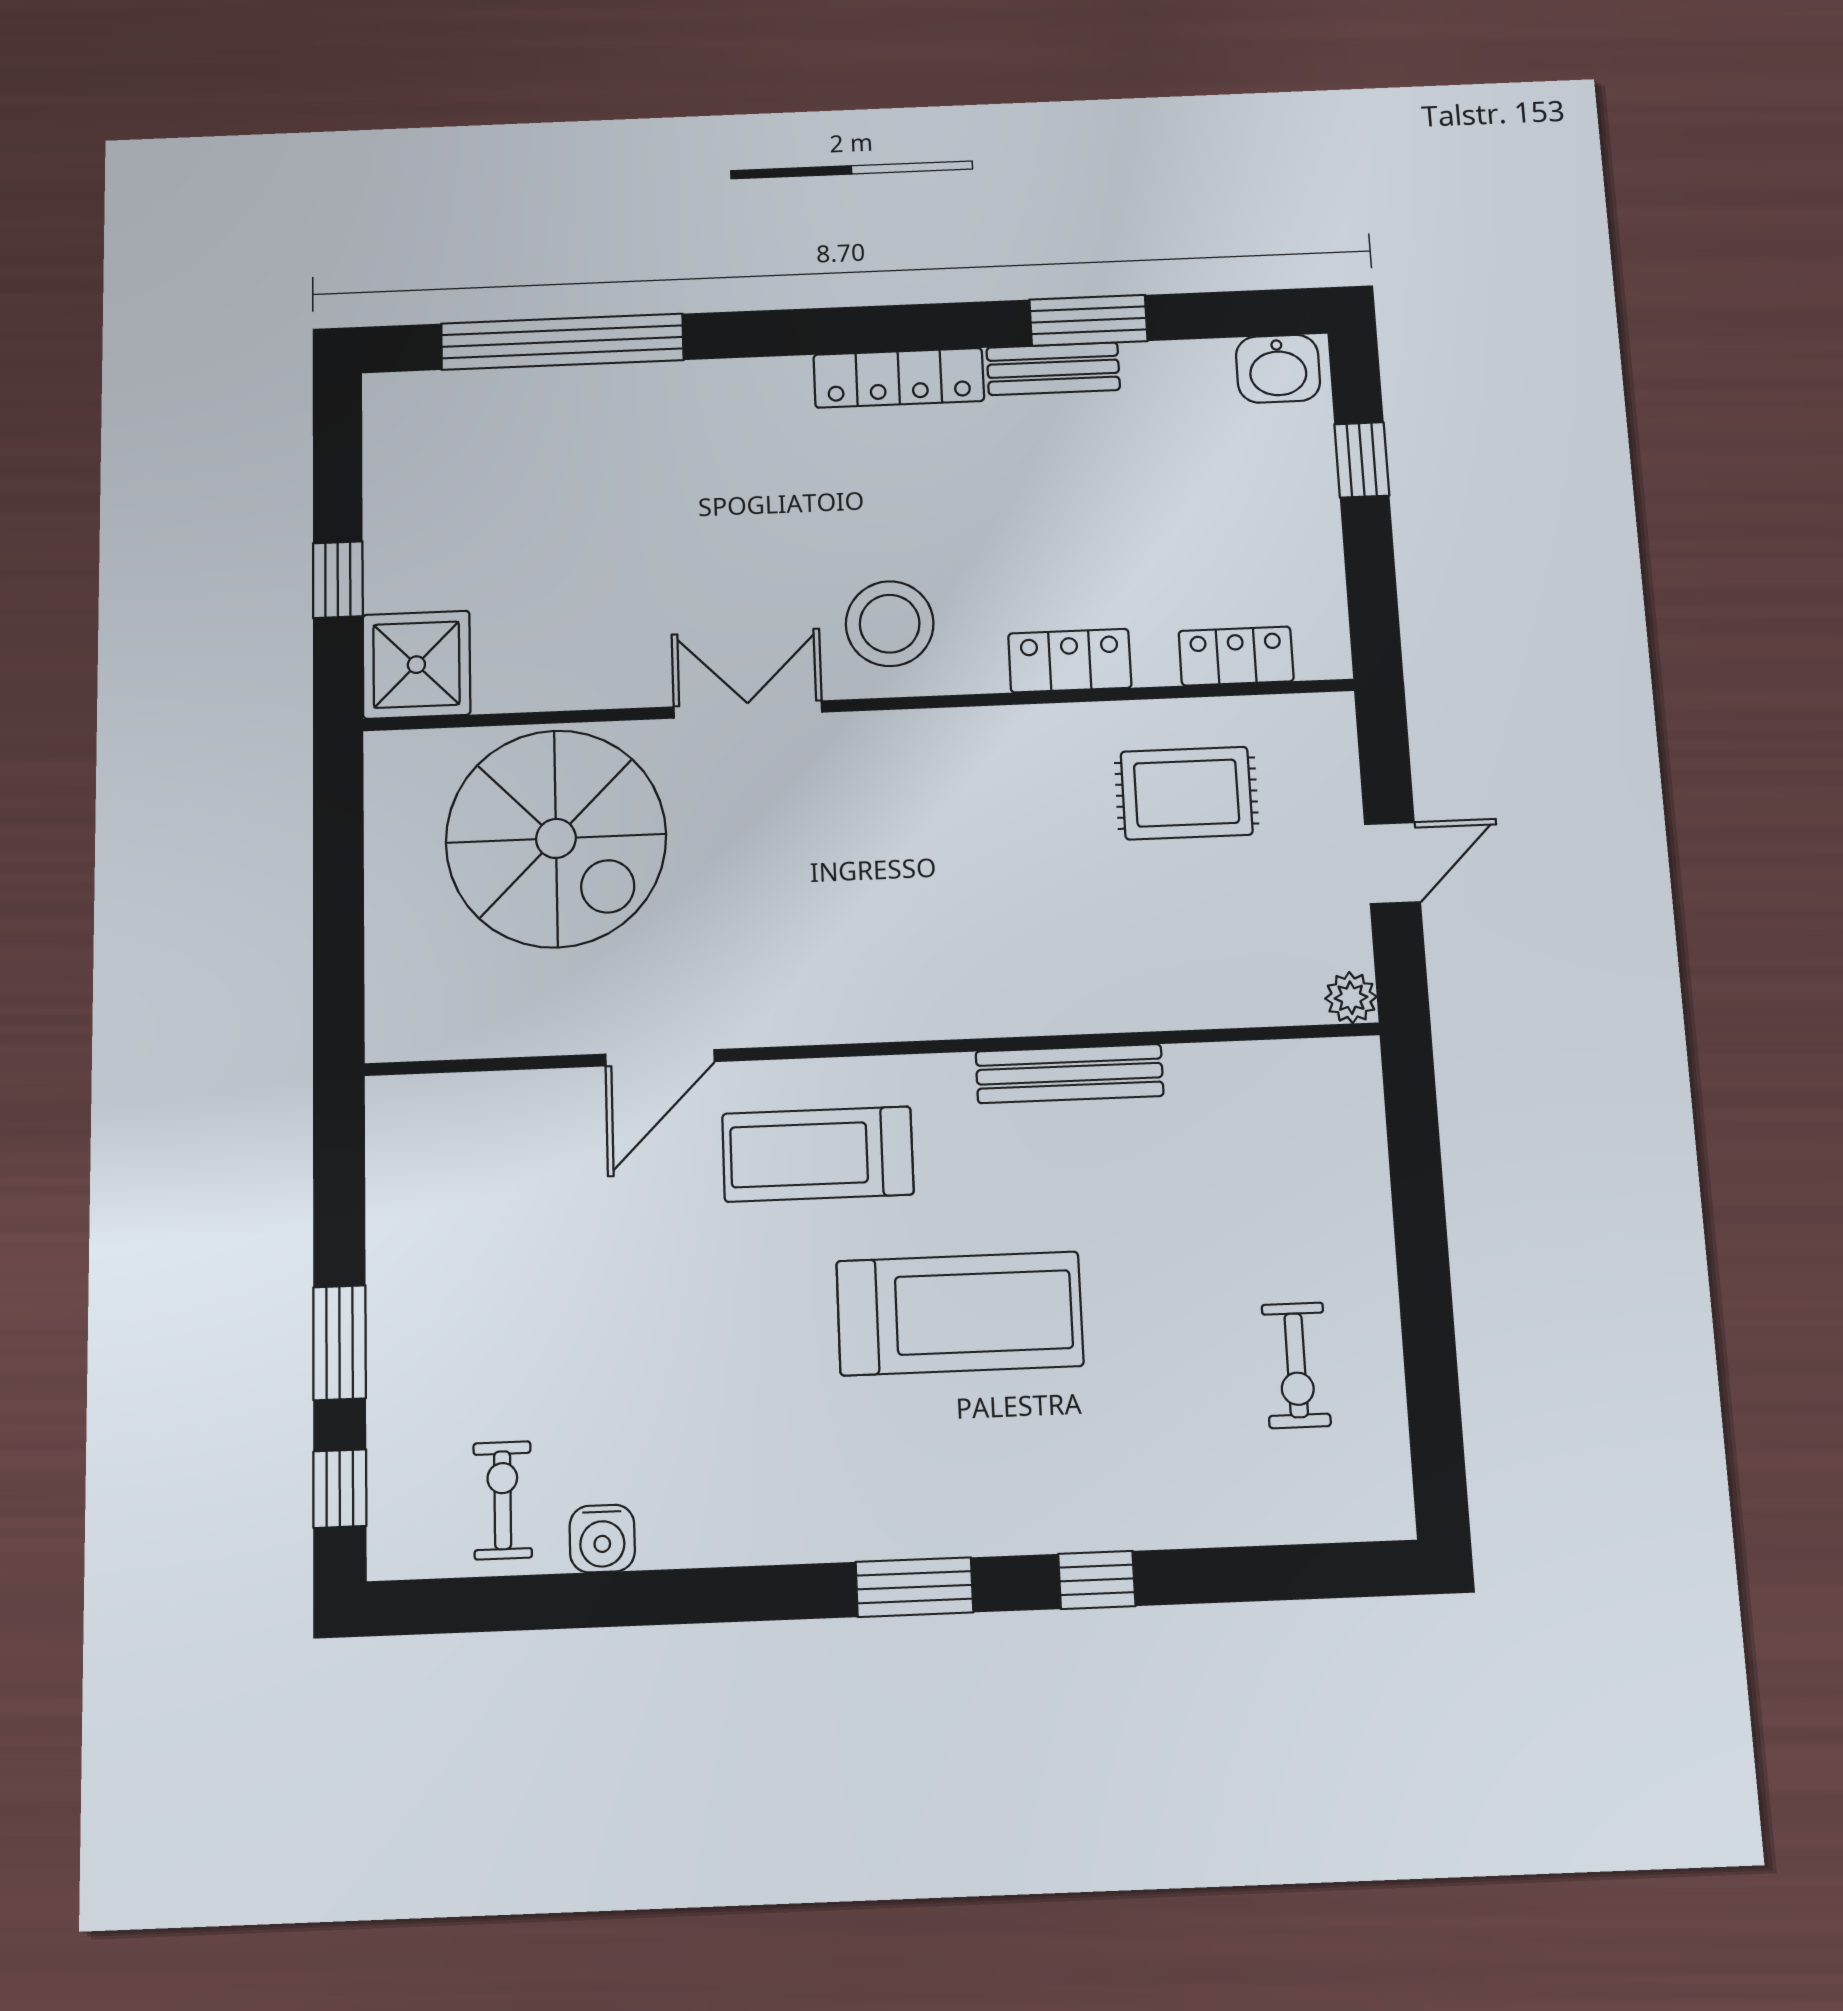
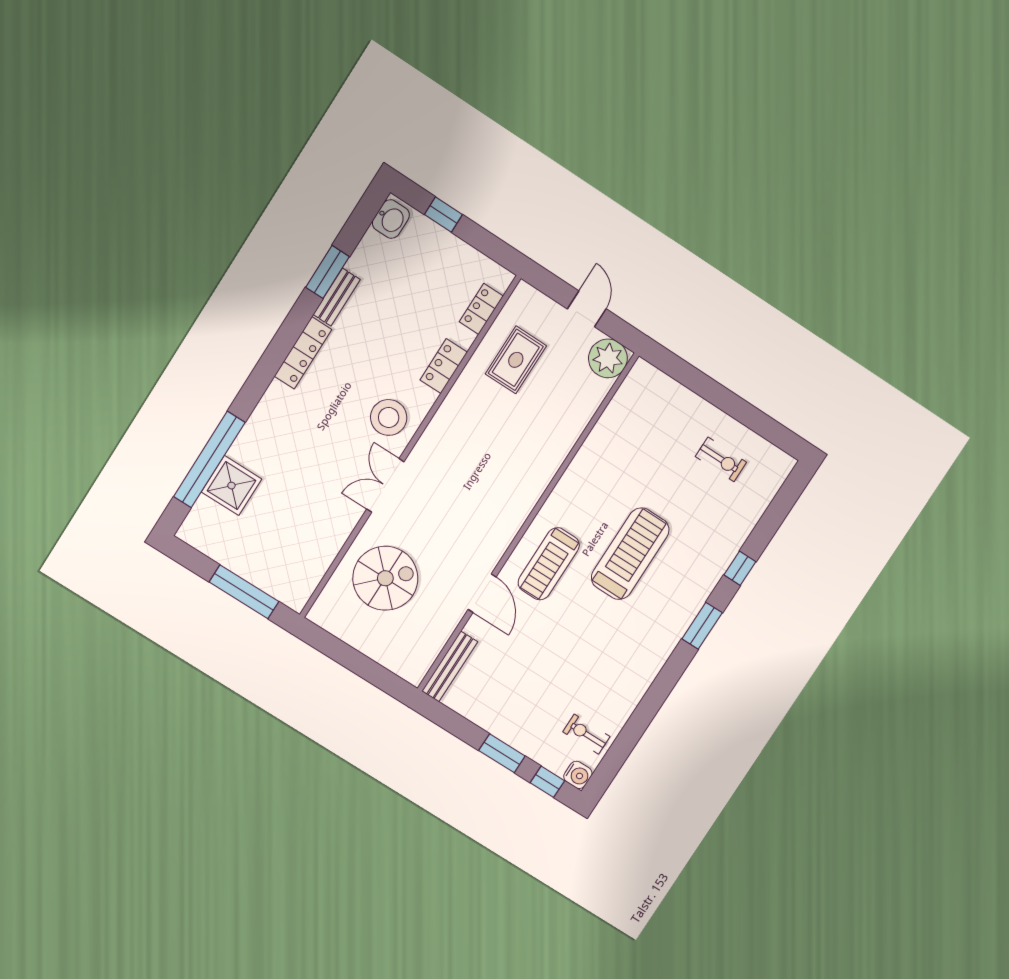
window: (338, 580) -> (244, 592), width x2.17
shower: (416, 665) -> (231, 486), moved
spiral stairs: (556, 838) -> (385, 578), width x0.73, depth x0.73
plant: (1351, 998) -> (608, 358), width x1.87, depth x1.87
bench: (1069, 1074) -> (450, 666), moved
water cooler: (602, 1539) -> (578, 775), moved

